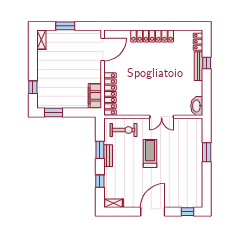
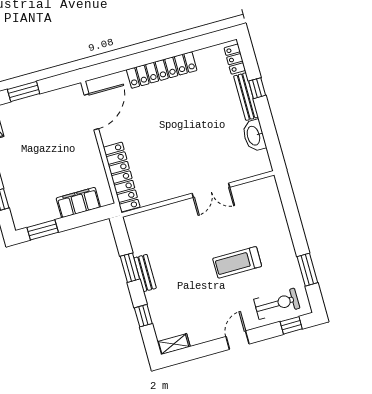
filing cabinet: (95, 96) -> (78, 203), moved, turned 90
washbasin: (197, 106) -> (254, 136), moved
exercise bike: (123, 130) -> (277, 304), moved
window: (207, 152) -> (307, 270), moved
treadmill: (150, 154) -> (237, 262), moved, turned -90
door: (153, 212) -> (238, 340), width x0.53

